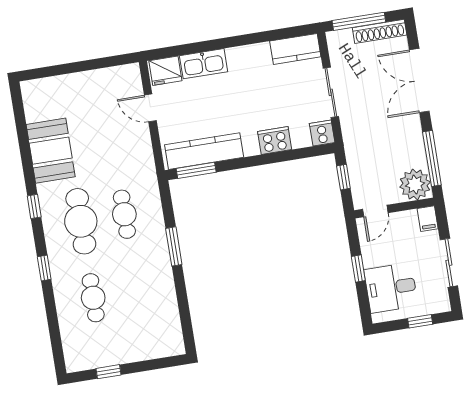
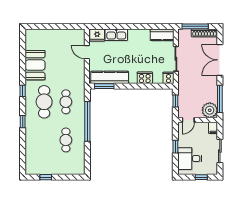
window: (174, 246) -> (87, 121), width x2.11
cafe table: (93, 298) -> (66, 140), moved

